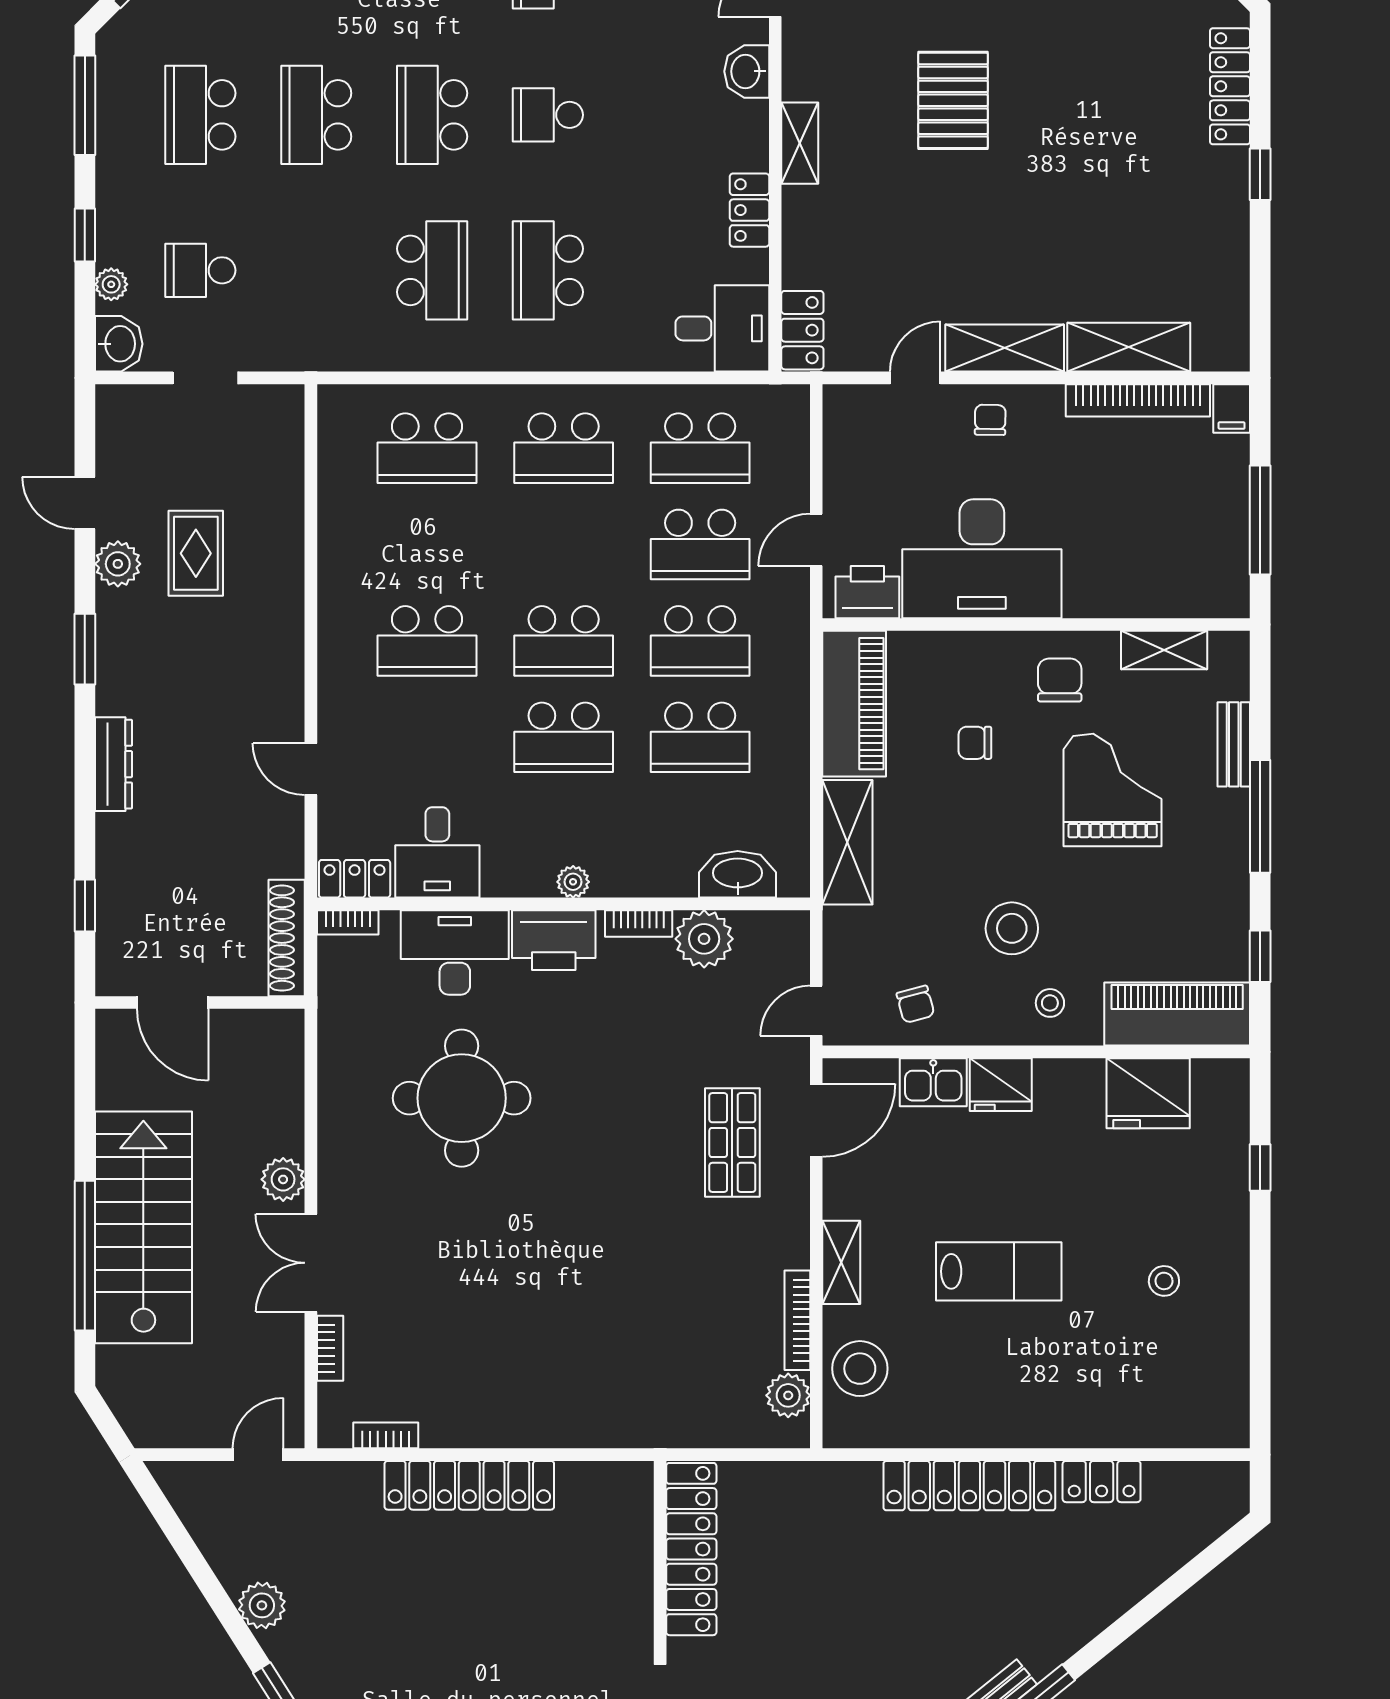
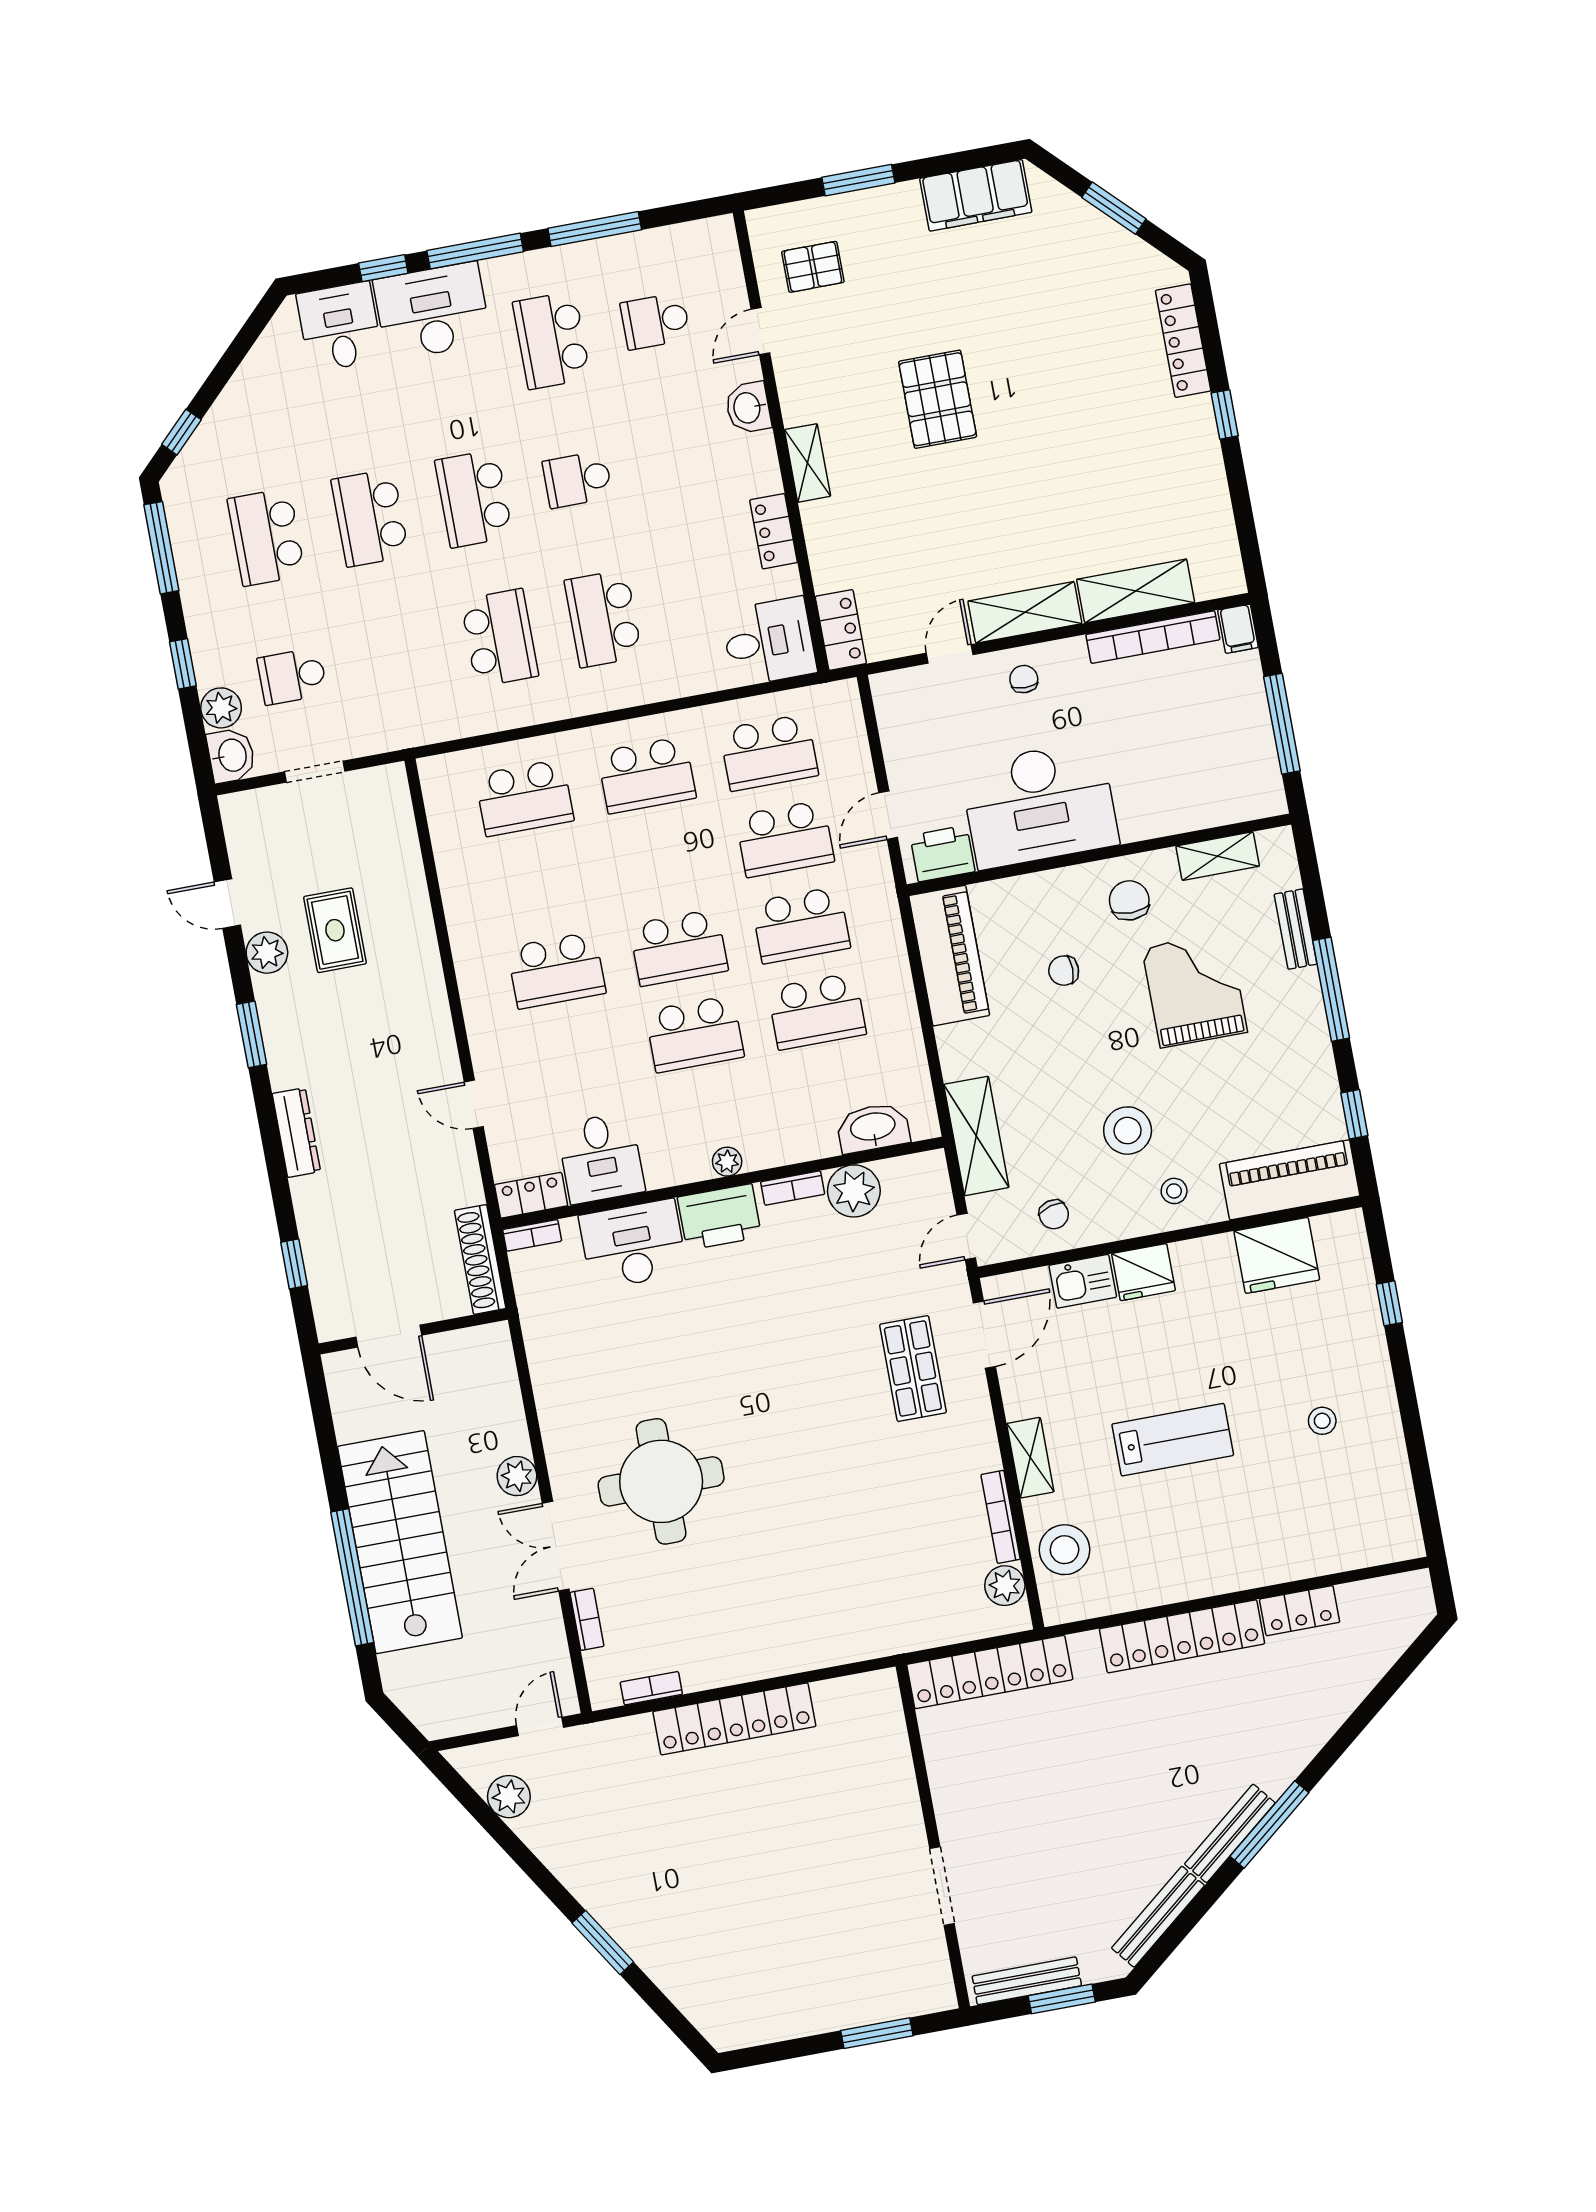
plant: (111, 284) -> (221, 708), width x1.38, depth x1.38
shelving: (847, 842) -> (976, 1136), moved
round table: (462, 1098) -> (661, 1481), moved
locker: (691, 1549) -> (990, 1672), moved, turned 90
plant: (262, 1605) -> (509, 1797), moved

